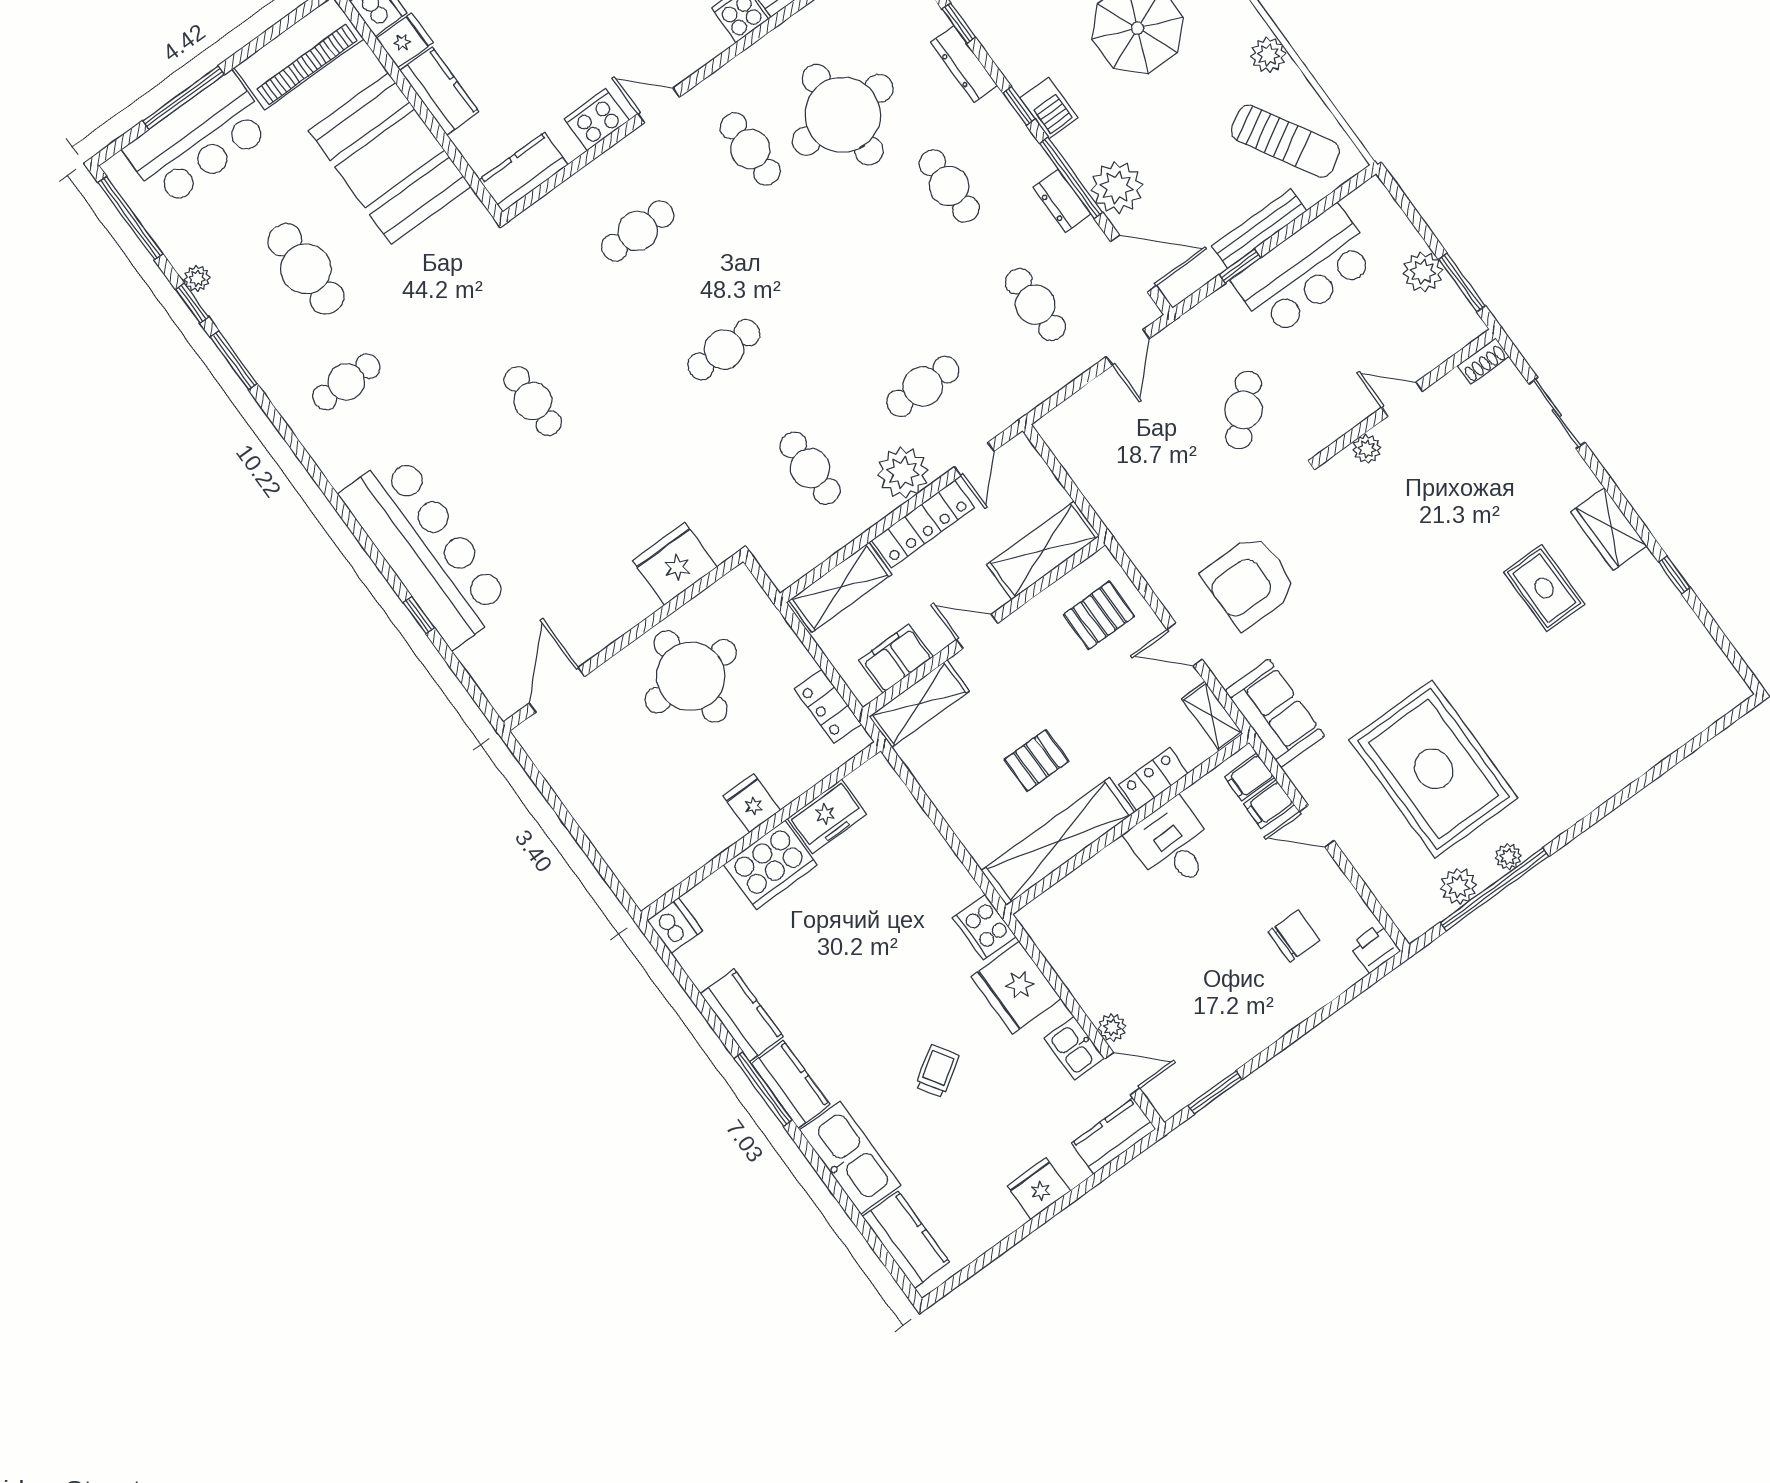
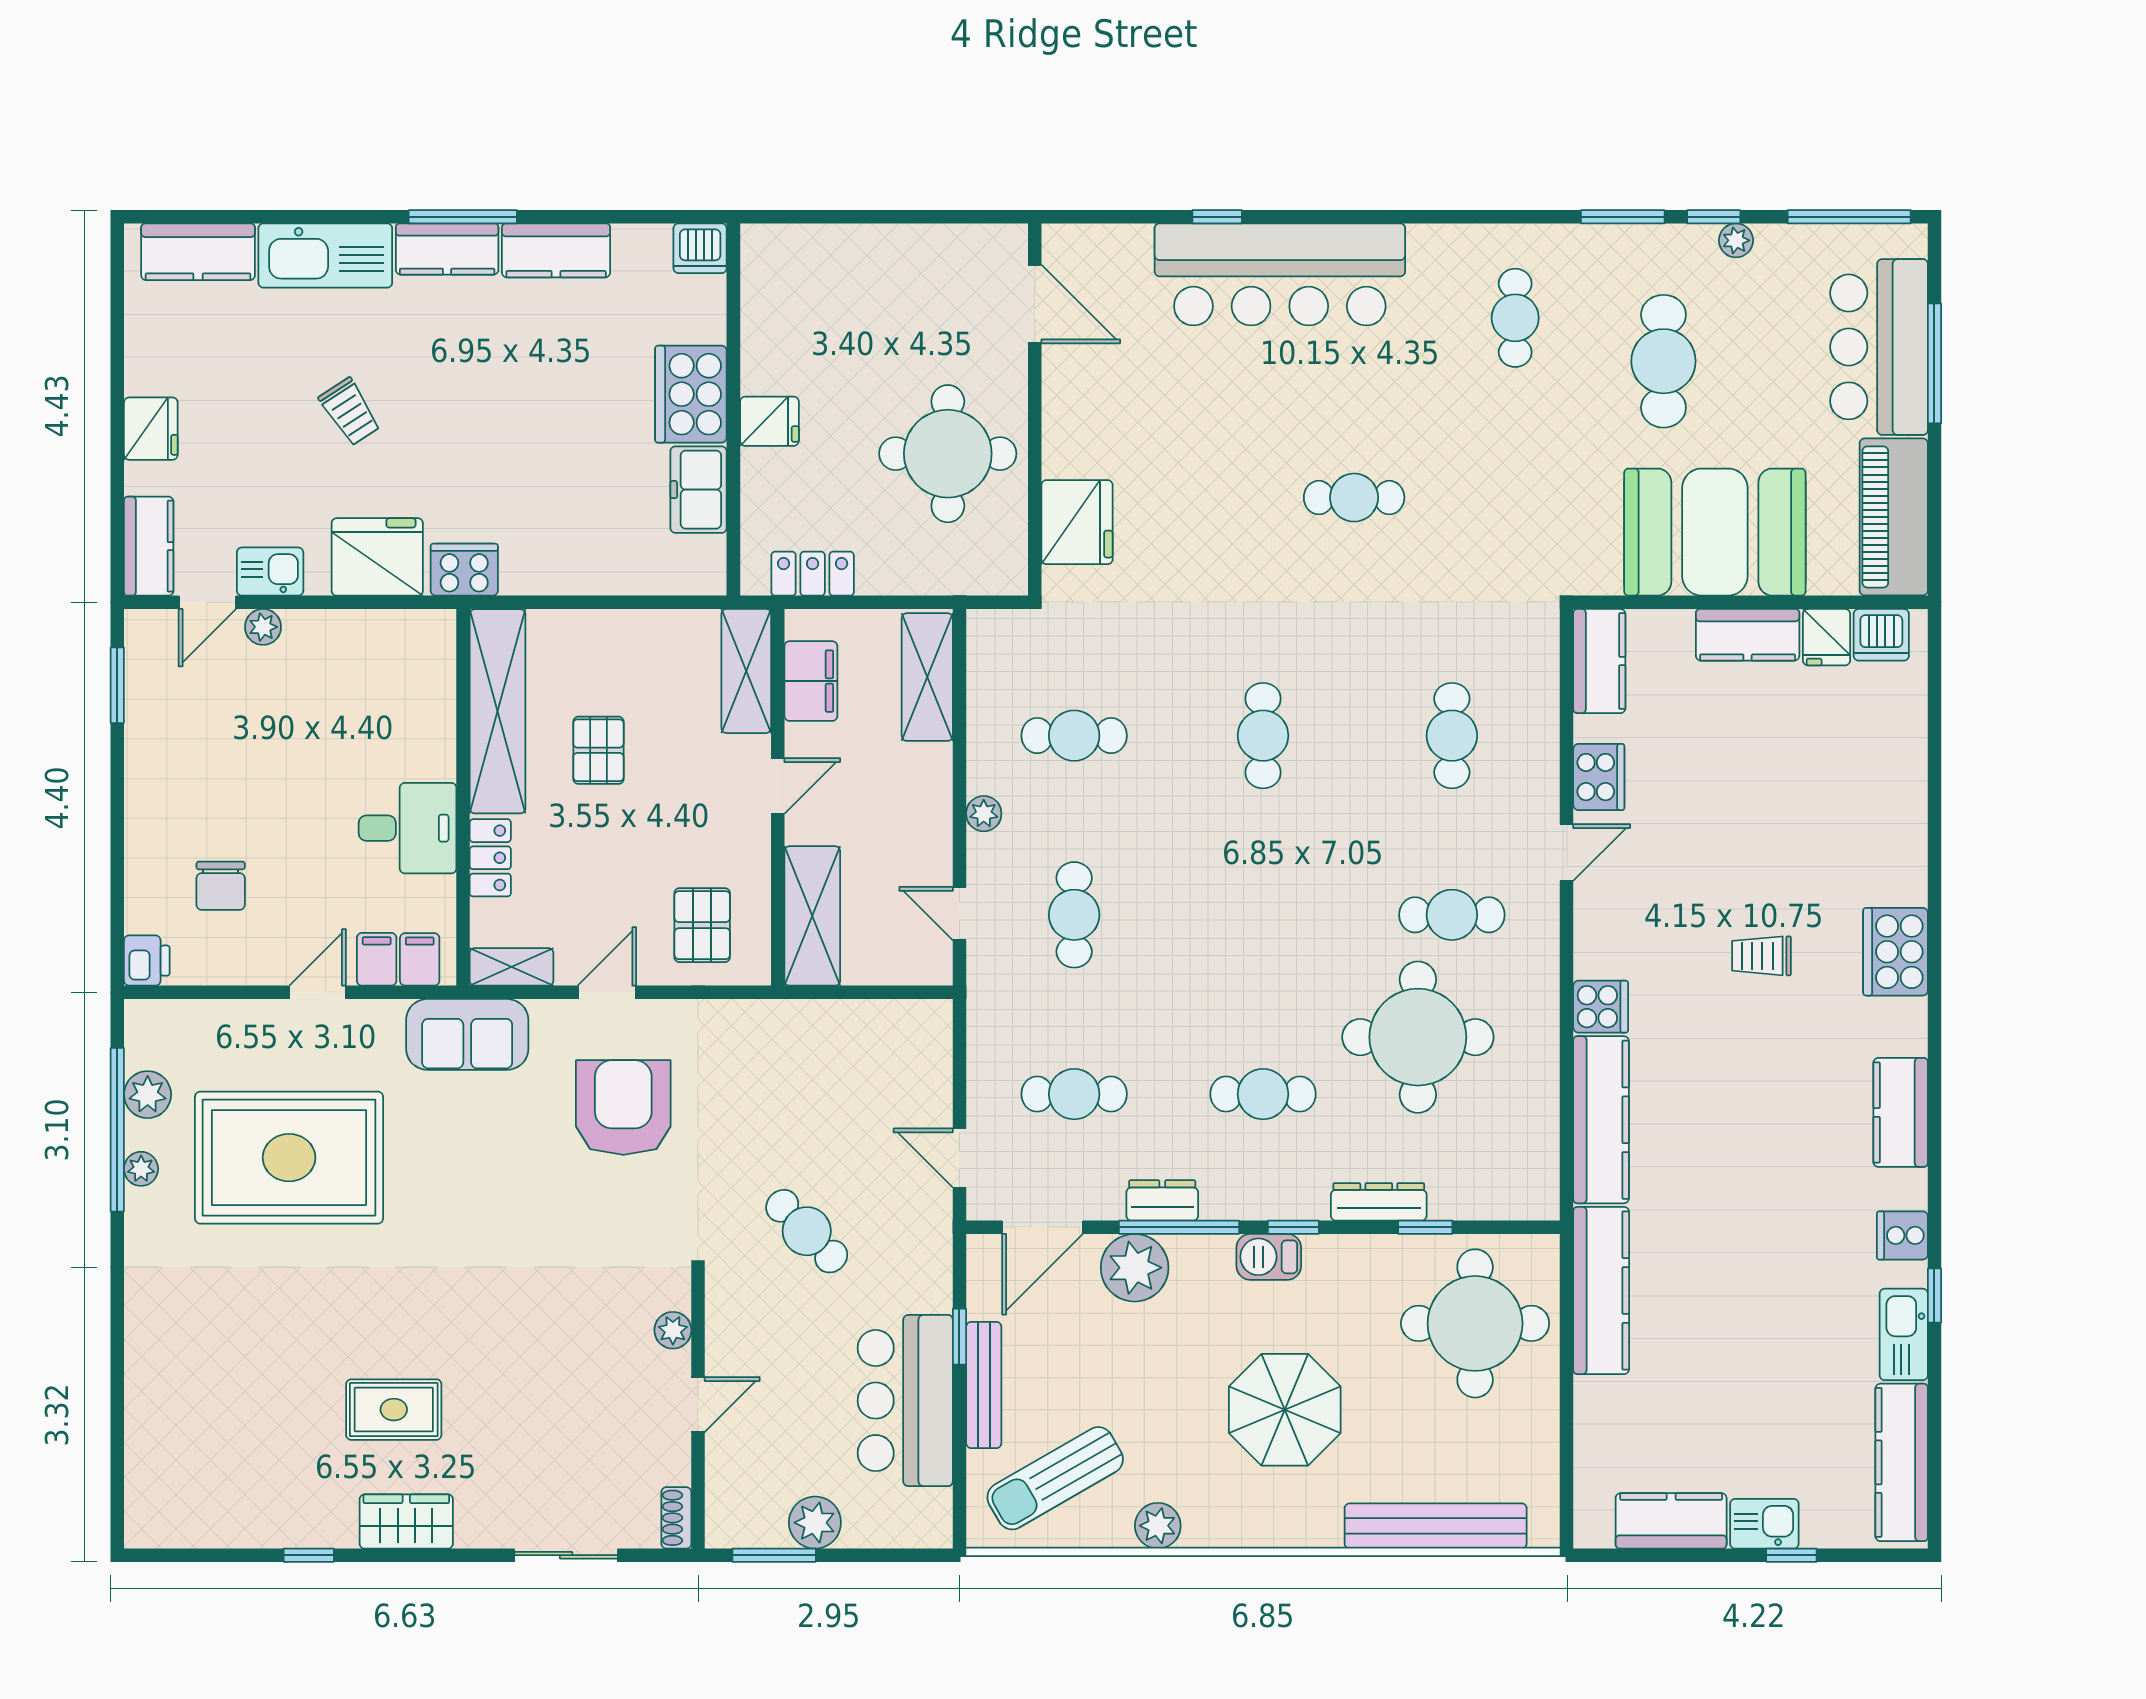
cafe table: (306, 269) -> (1663, 361), turned 90
plant: (903, 473) -> (984, 814), width x0.53, depth x0.53
locker: (923, 524) -> (931, 811), removed

